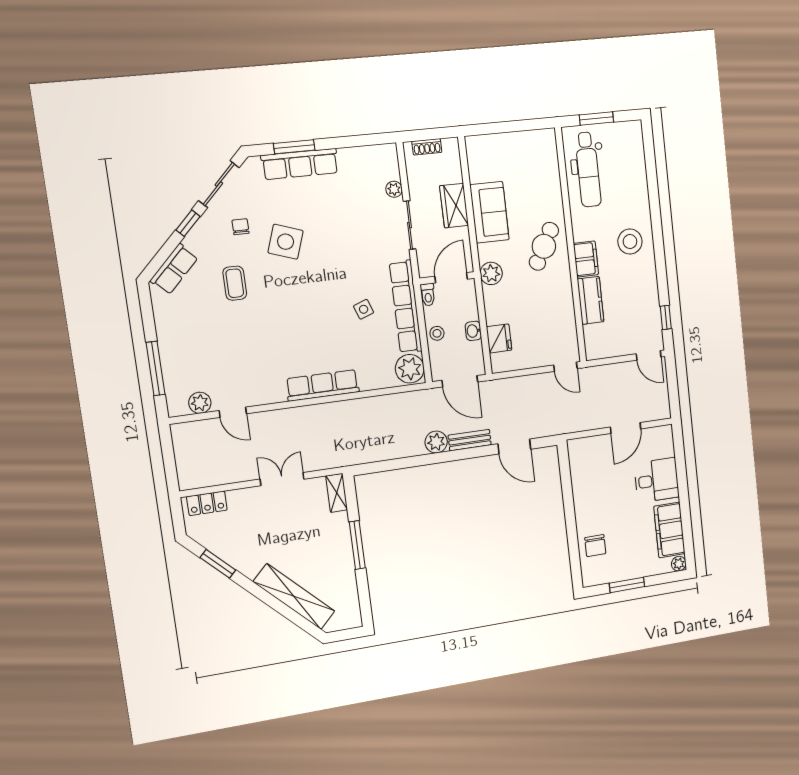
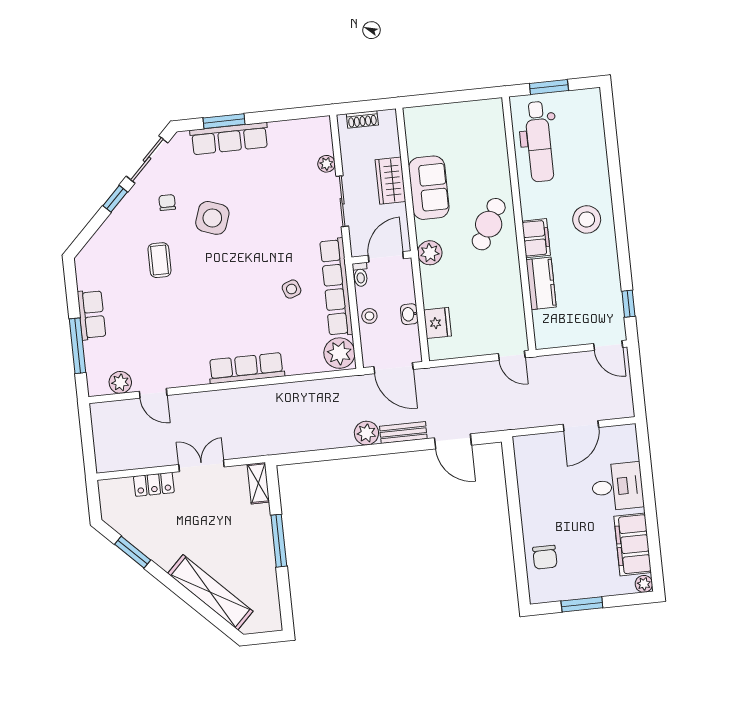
row of seats: (174, 269) -> (92, 315), moved, turned -45
locker: (207, 503) -> (154, 484), moved

